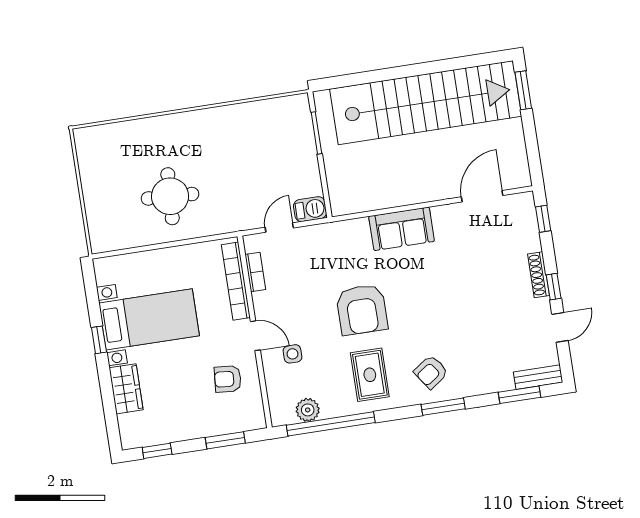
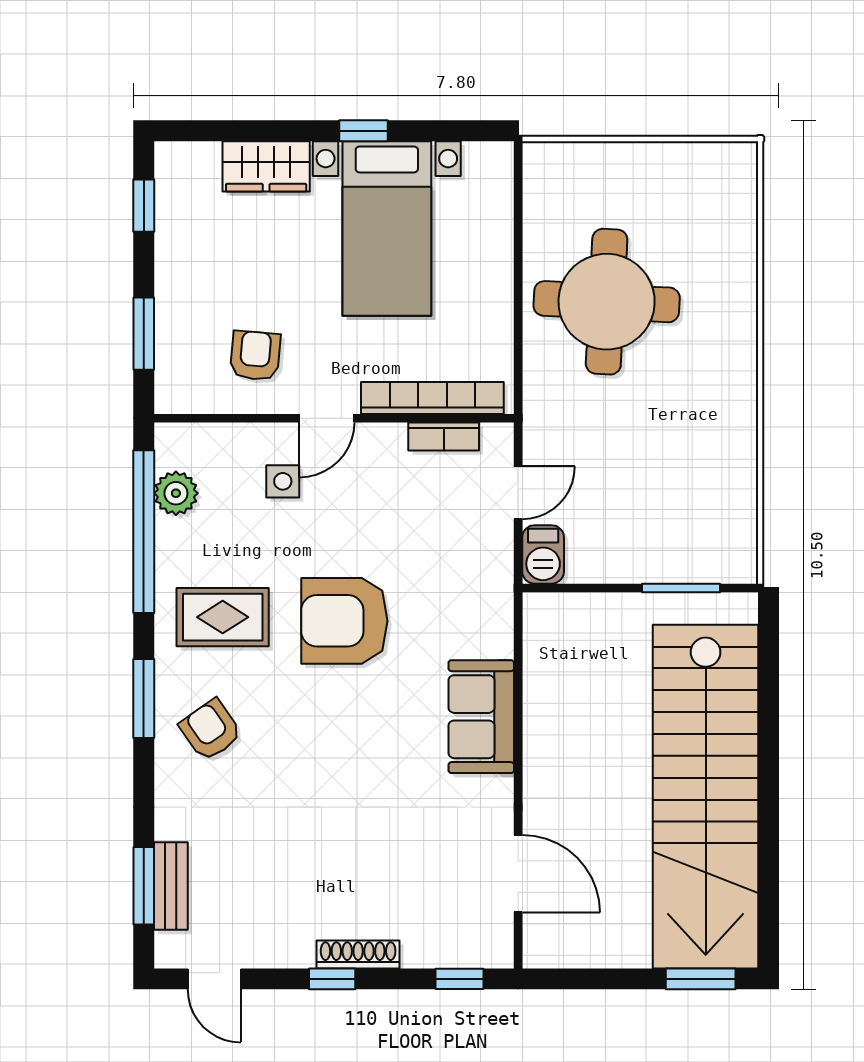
round table: (170, 196) -> (607, 302), width x1.36, depth x1.36
door: (279, 228) -> (518, 493), hinge flipped
door: (560, 327) -> (214, 979), moved
bench: (538, 377) -> (171, 886), moved
window: (443, 407) -> (144, 699), moved

